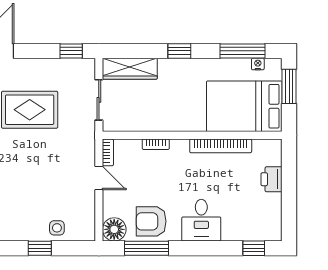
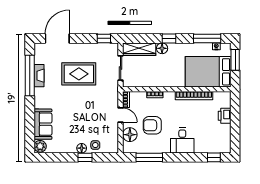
floor lamp: (168, 67) -> (162, 48), added
armchair: (151, 221) -> (152, 125), moved
floor lamp: (114, 229) -> (130, 135), moved
floor lamp: (34, 233) -> (82, 148), added

